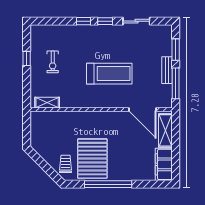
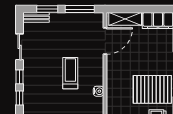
bench: (167, 70) -> (36, 17), moved
treadmill: (109, 74) -> (70, 73), width x0.73, depth x0.73
water cooler: (90, 103) -> (99, 91), added

